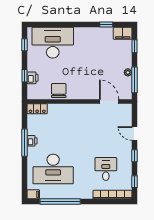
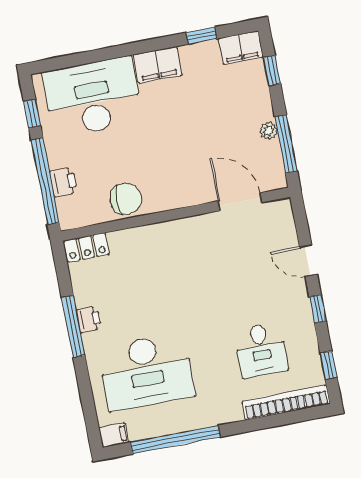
filing cabinet: (84, 34) -> (158, 65), added
window: (24, 76) -> (45, 181), width x3.17
chair: (59, 91) -> (126, 199), turned 90
desk: (106, 169) -> (261, 350), turned 180

